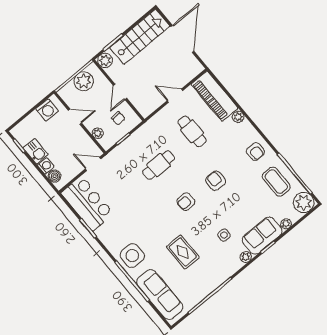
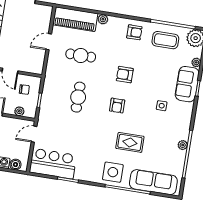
rug: (183, 252) -> (130, 142), moved
plant: (246, 257) -> (183, 145), moved

